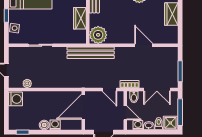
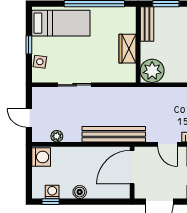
bench: (91, 53) -> (114, 134), moved
washing machine: (55, 125) -> (52, 192), moved

